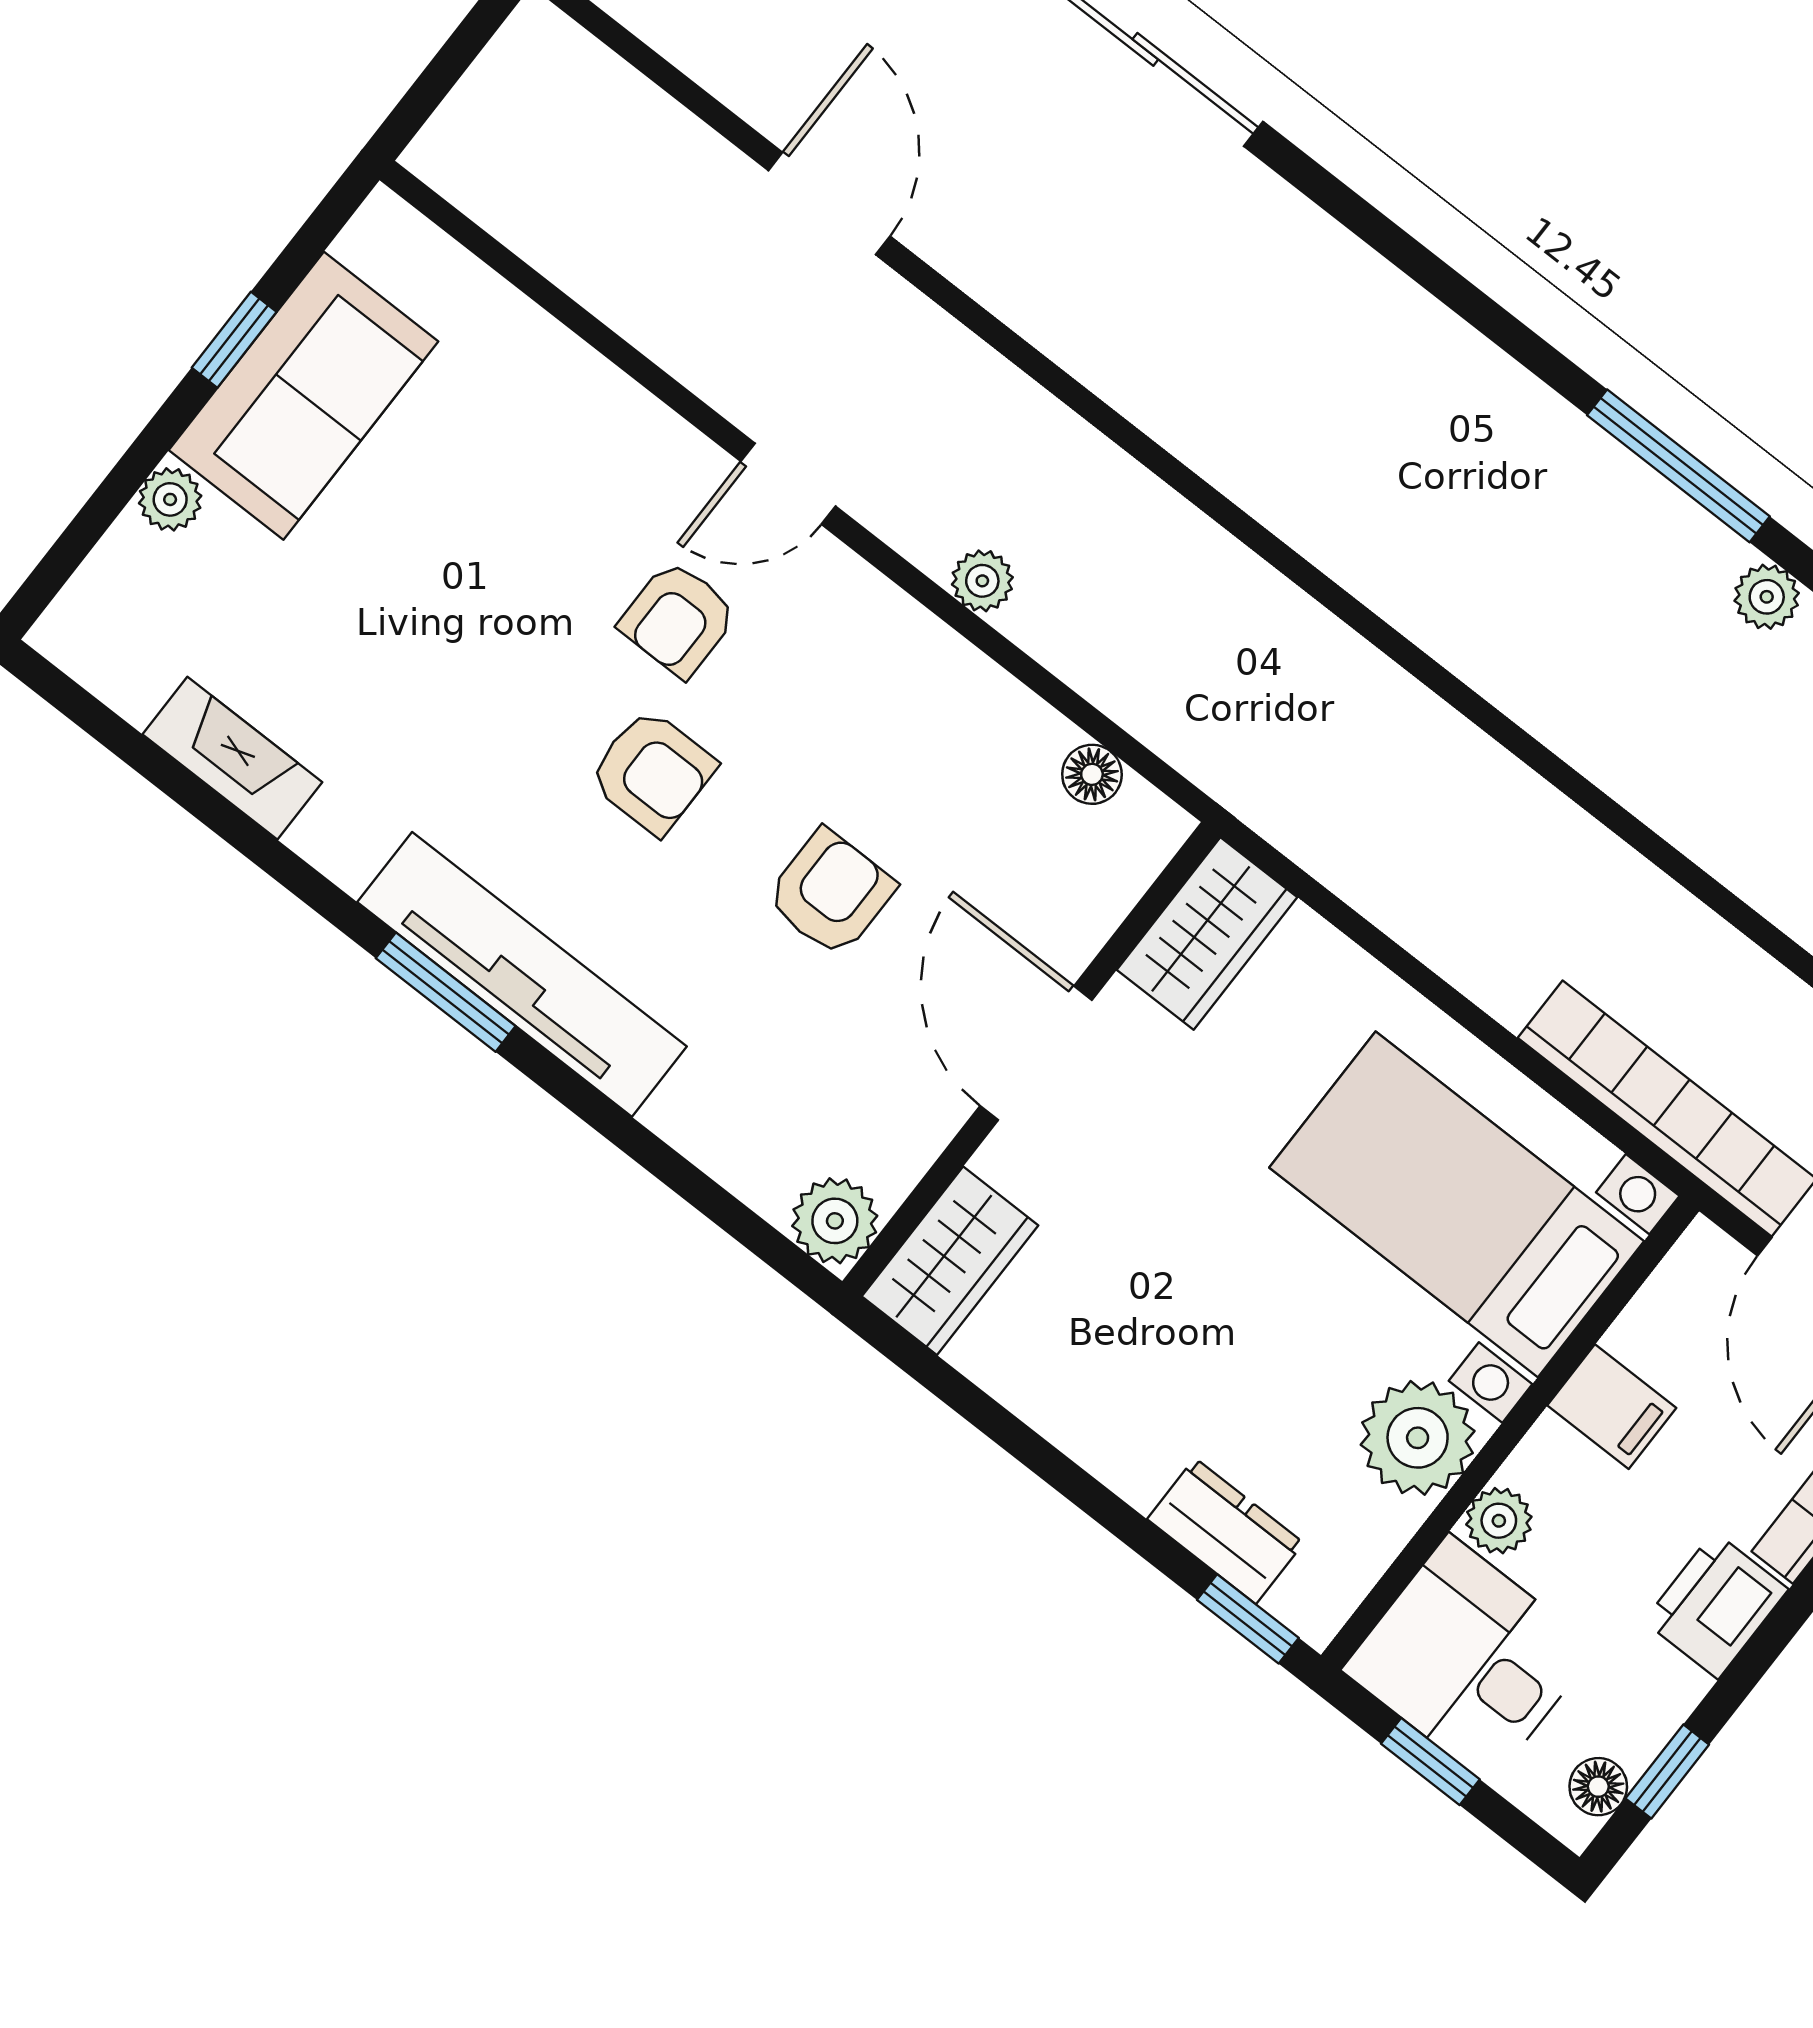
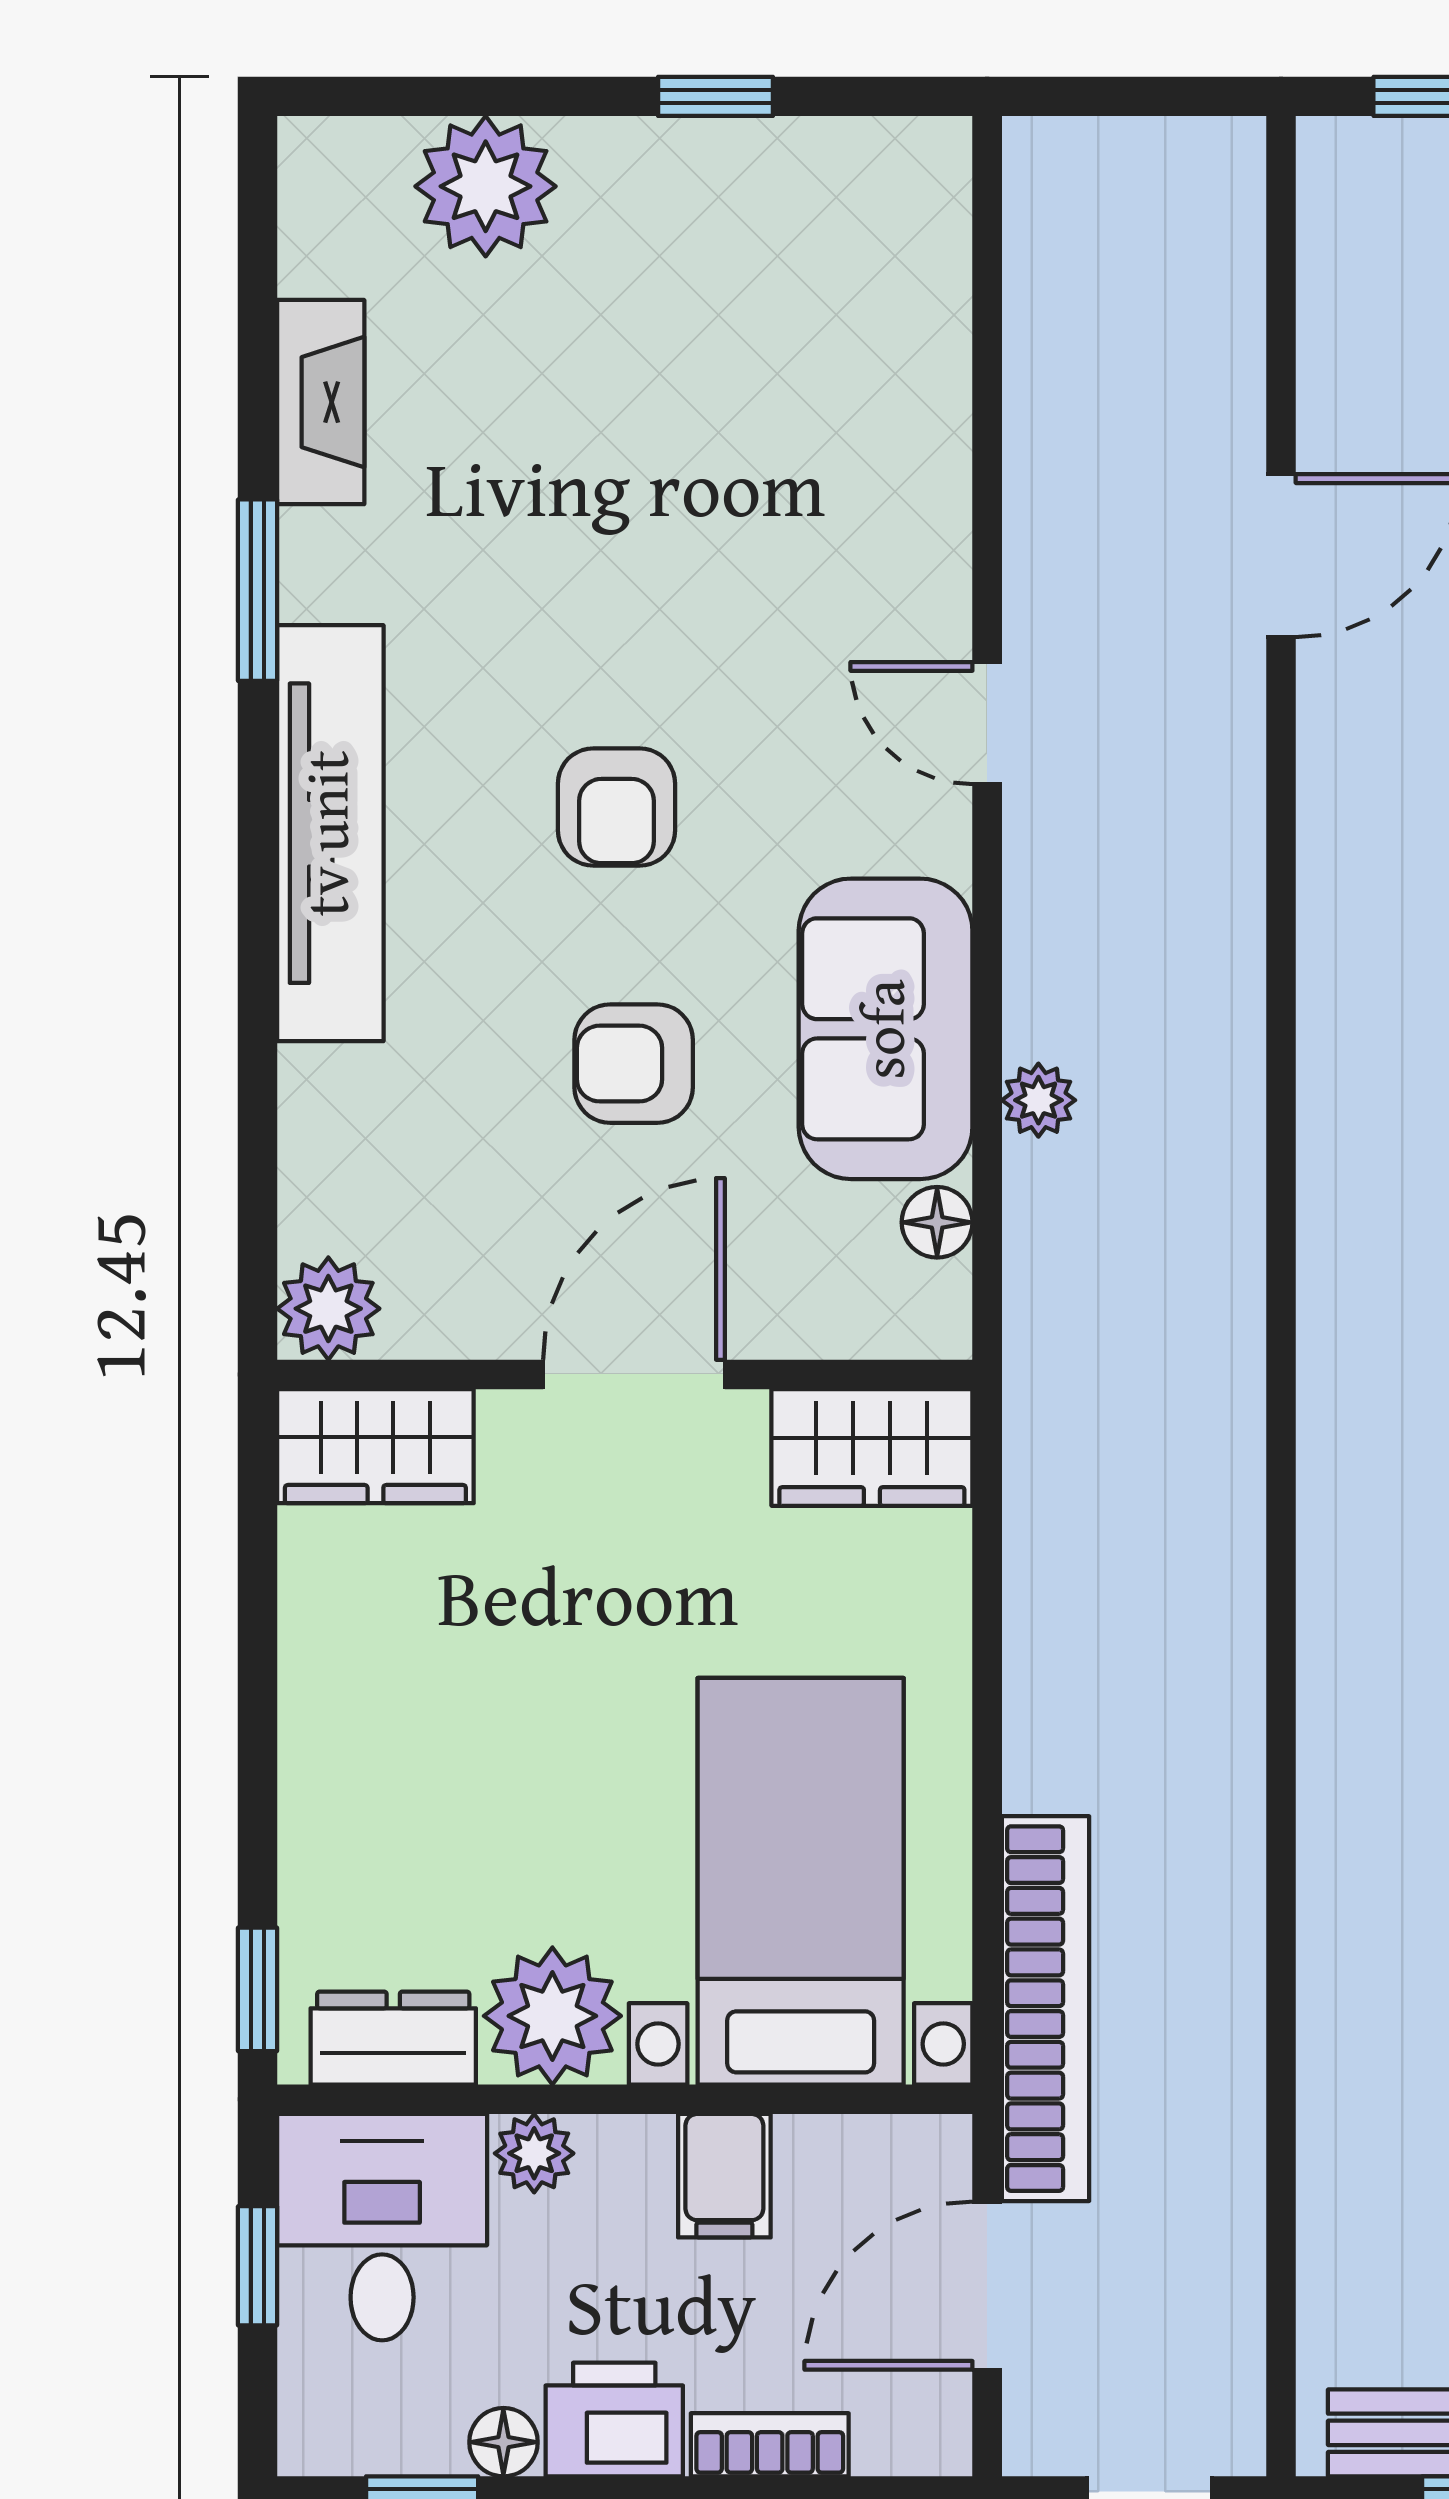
sofa: (304, 396) -> (886, 1029), moved, turned 90
plant: (170, 499) -> (486, 186), width x1.88, depth x1.88
plant: (982, 581) -> (1038, 1100), moved
armchair: (678, 619) -> (779, 719), removed
armchair: (831, 893) -> (634, 1064), turned 180
window: (446, 992) -> (257, 590), moved
dresser: (1225, 1531) -> (393, 2038), moved, turned -90
floor lamp: (1598, 1787) -> (503, 2442), moved

